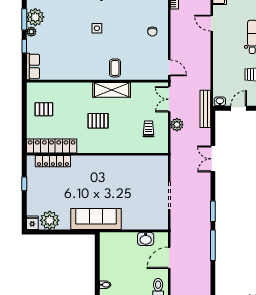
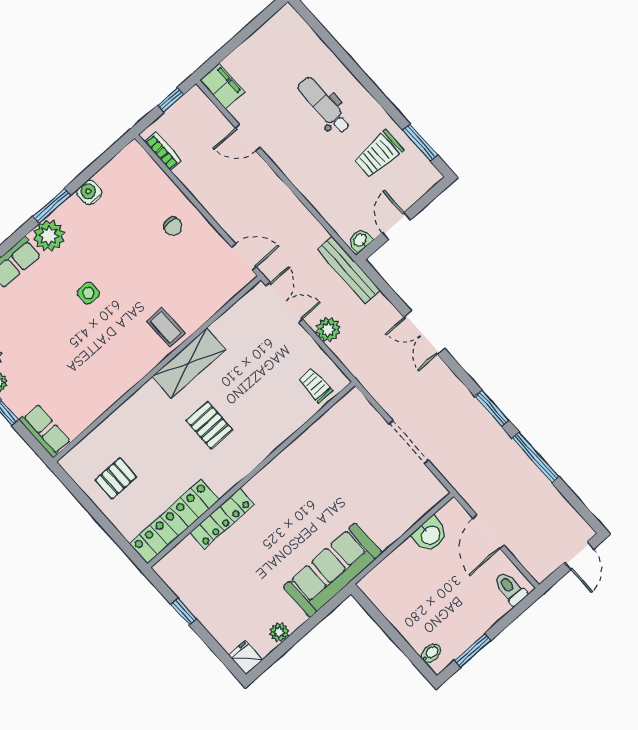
double door: (169, 99) -> (284, 303), swing flipped
pallet: (98, 121) -> (209, 425), turned 90
trolley: (148, 129) -> (316, 385), moved
locker: (53, 161) -> (222, 519), moved
plant: (50, 220) -> (279, 632), width x0.53, depth x0.53

